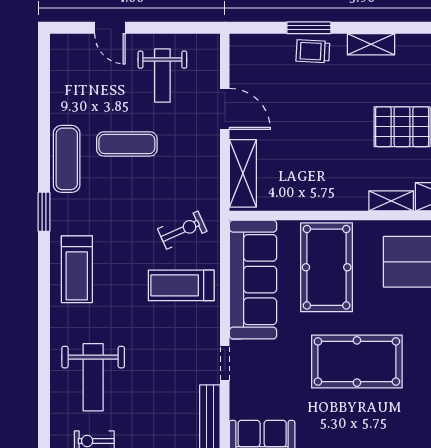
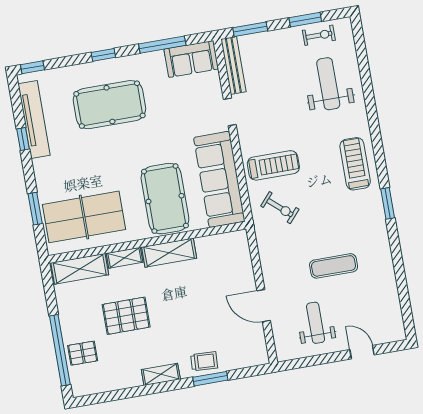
exercise mat: (67, 159) -> (377, 247), removed
shelving: (243, 173) -> (169, 253), moved, turned 90
exercise bike: (182, 230) -> (280, 208), turned -115
pool table: (357, 361) -> (109, 105), moved

